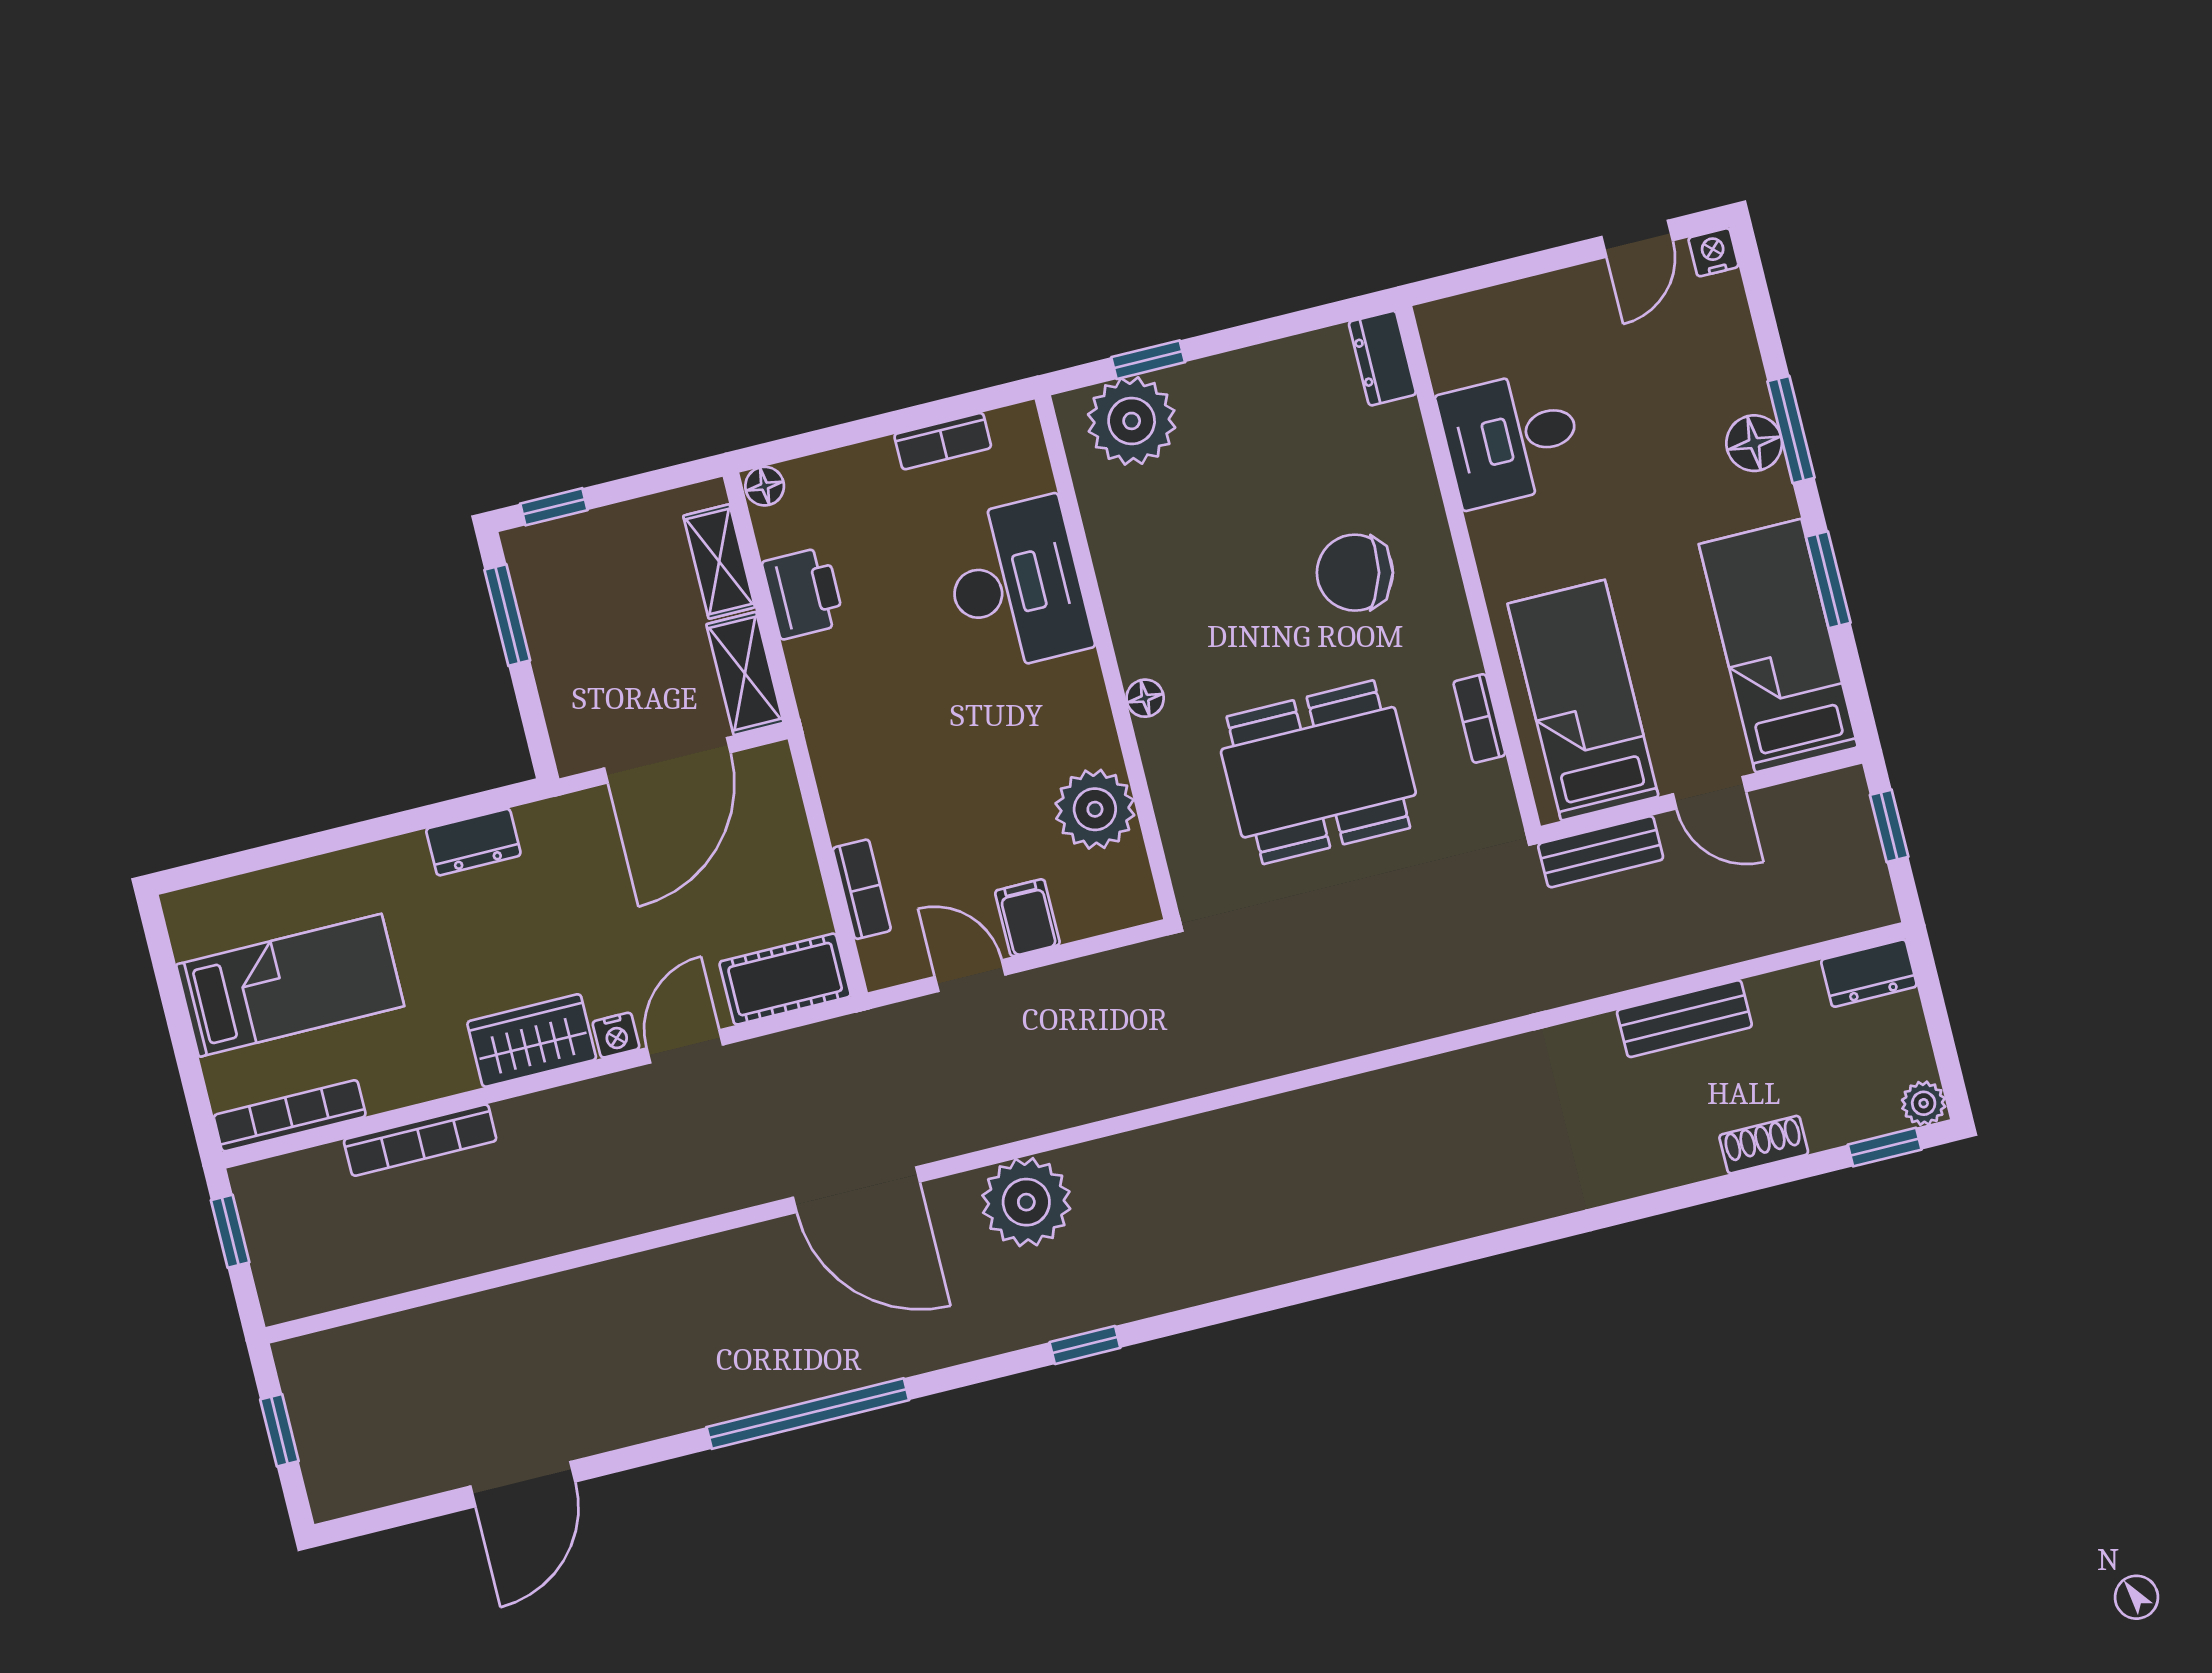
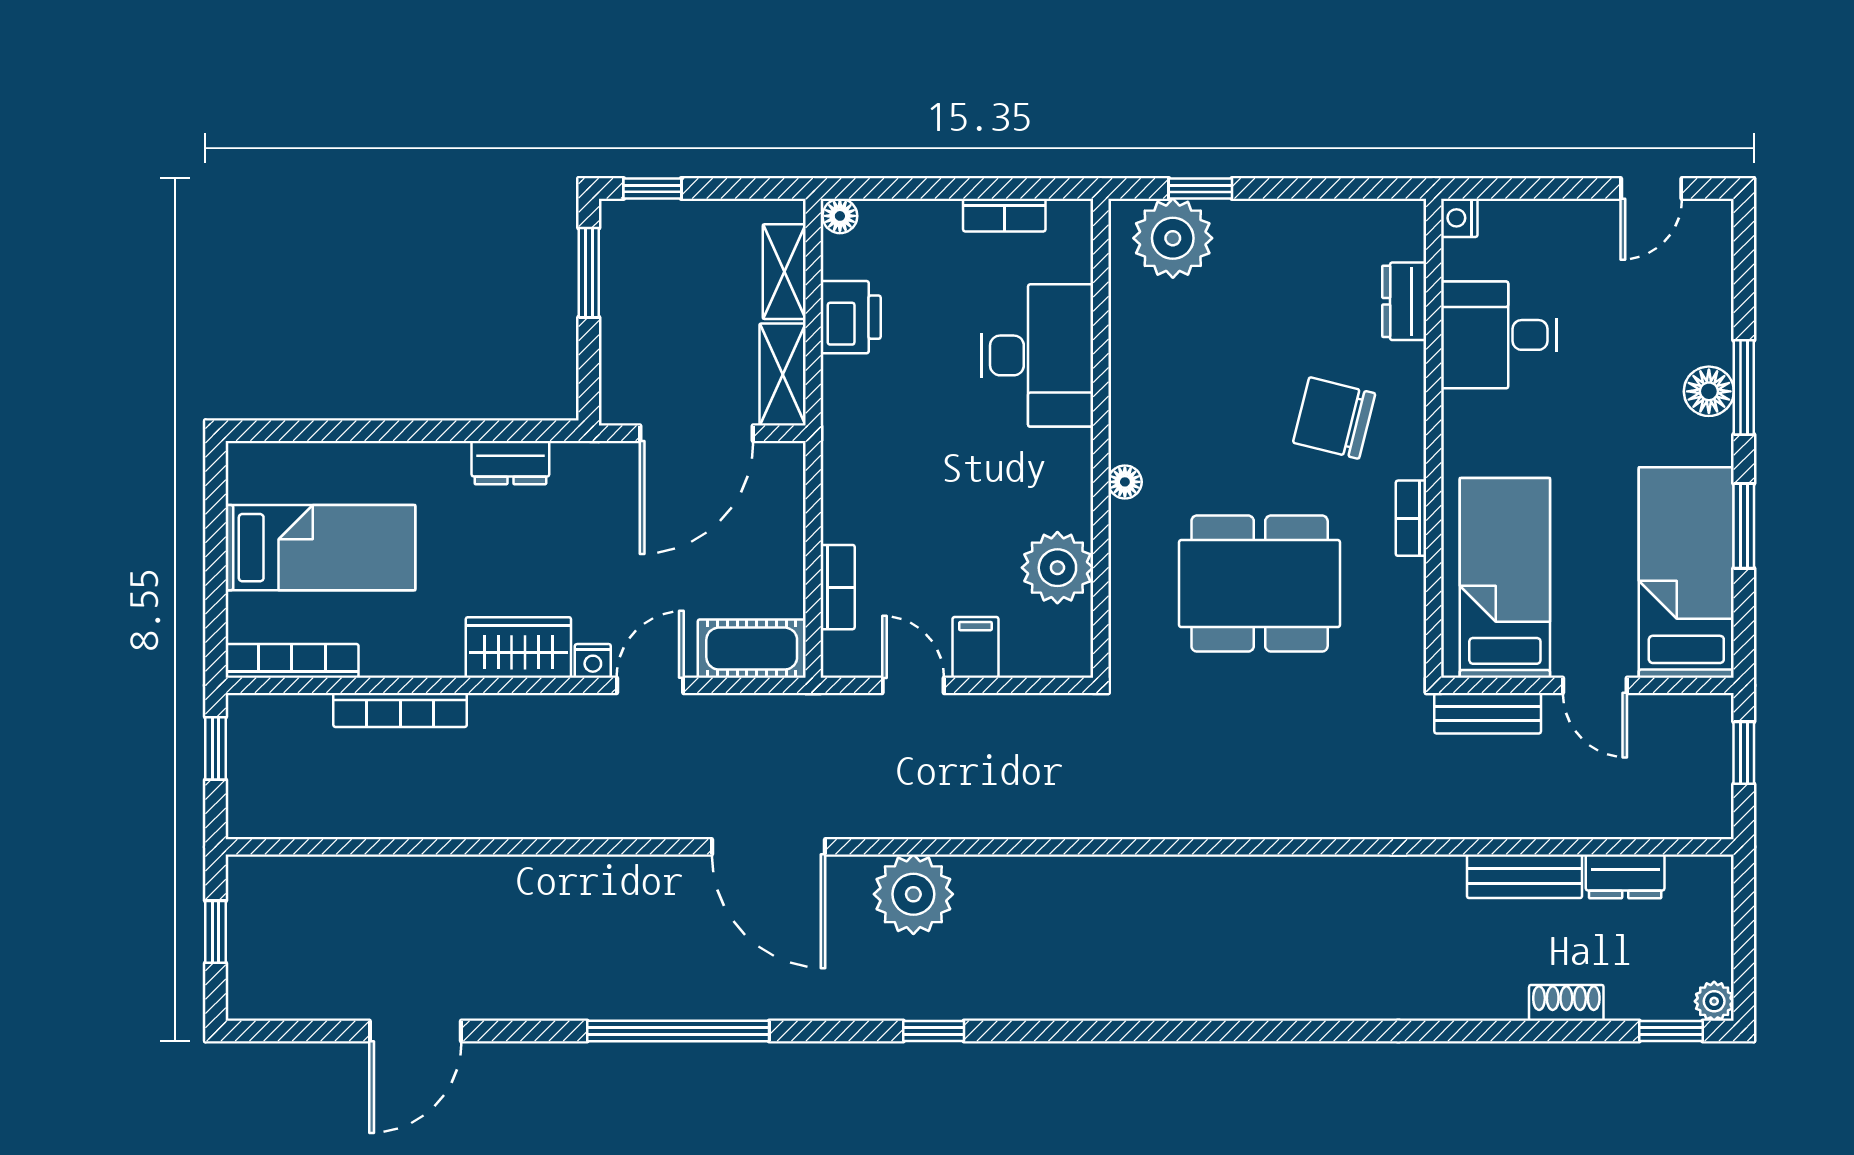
nightstand: (1713, 252) -> (1459, 218), moved, turned -90
dresser: (1382, 358) -> (1404, 301), moved
bookcase: (1479, 718) -> (1411, 518), moved
dresser: (1869, 973) -> (1625, 876), moved

